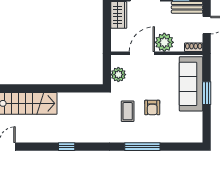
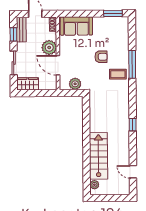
sofa: (191, 84) -> (76, 26), width x0.73
window: (207, 93) -> (113, 13), moved
coffee table: (128, 111) -> (118, 74), moved

